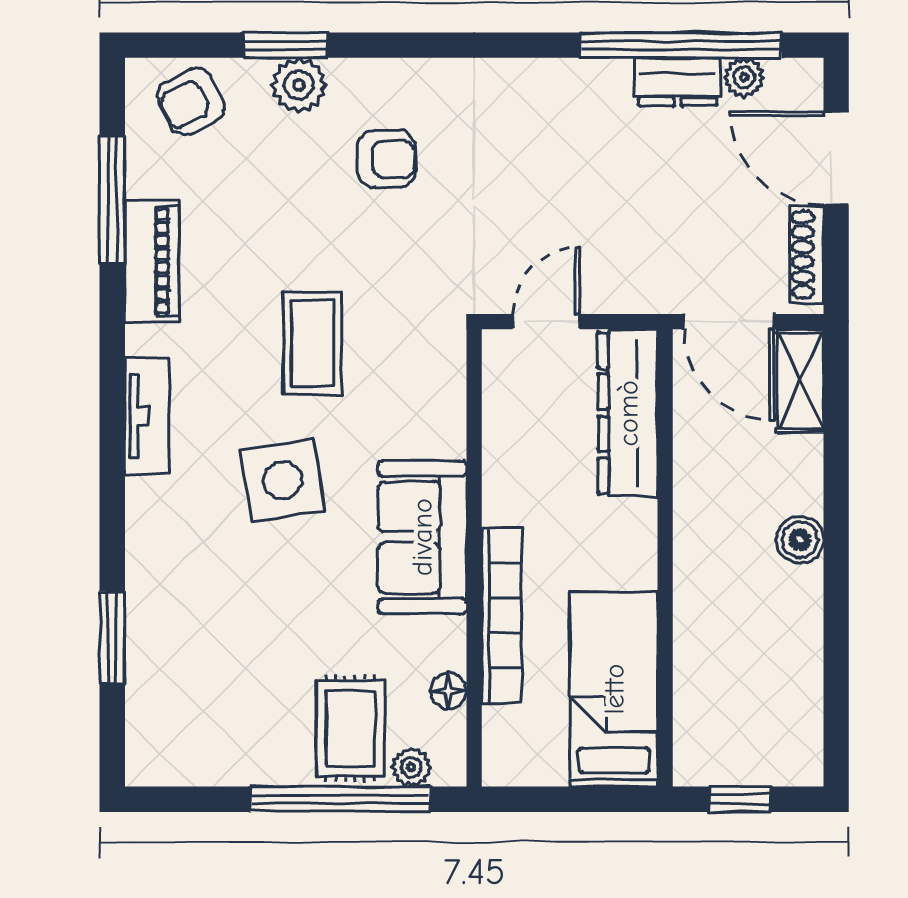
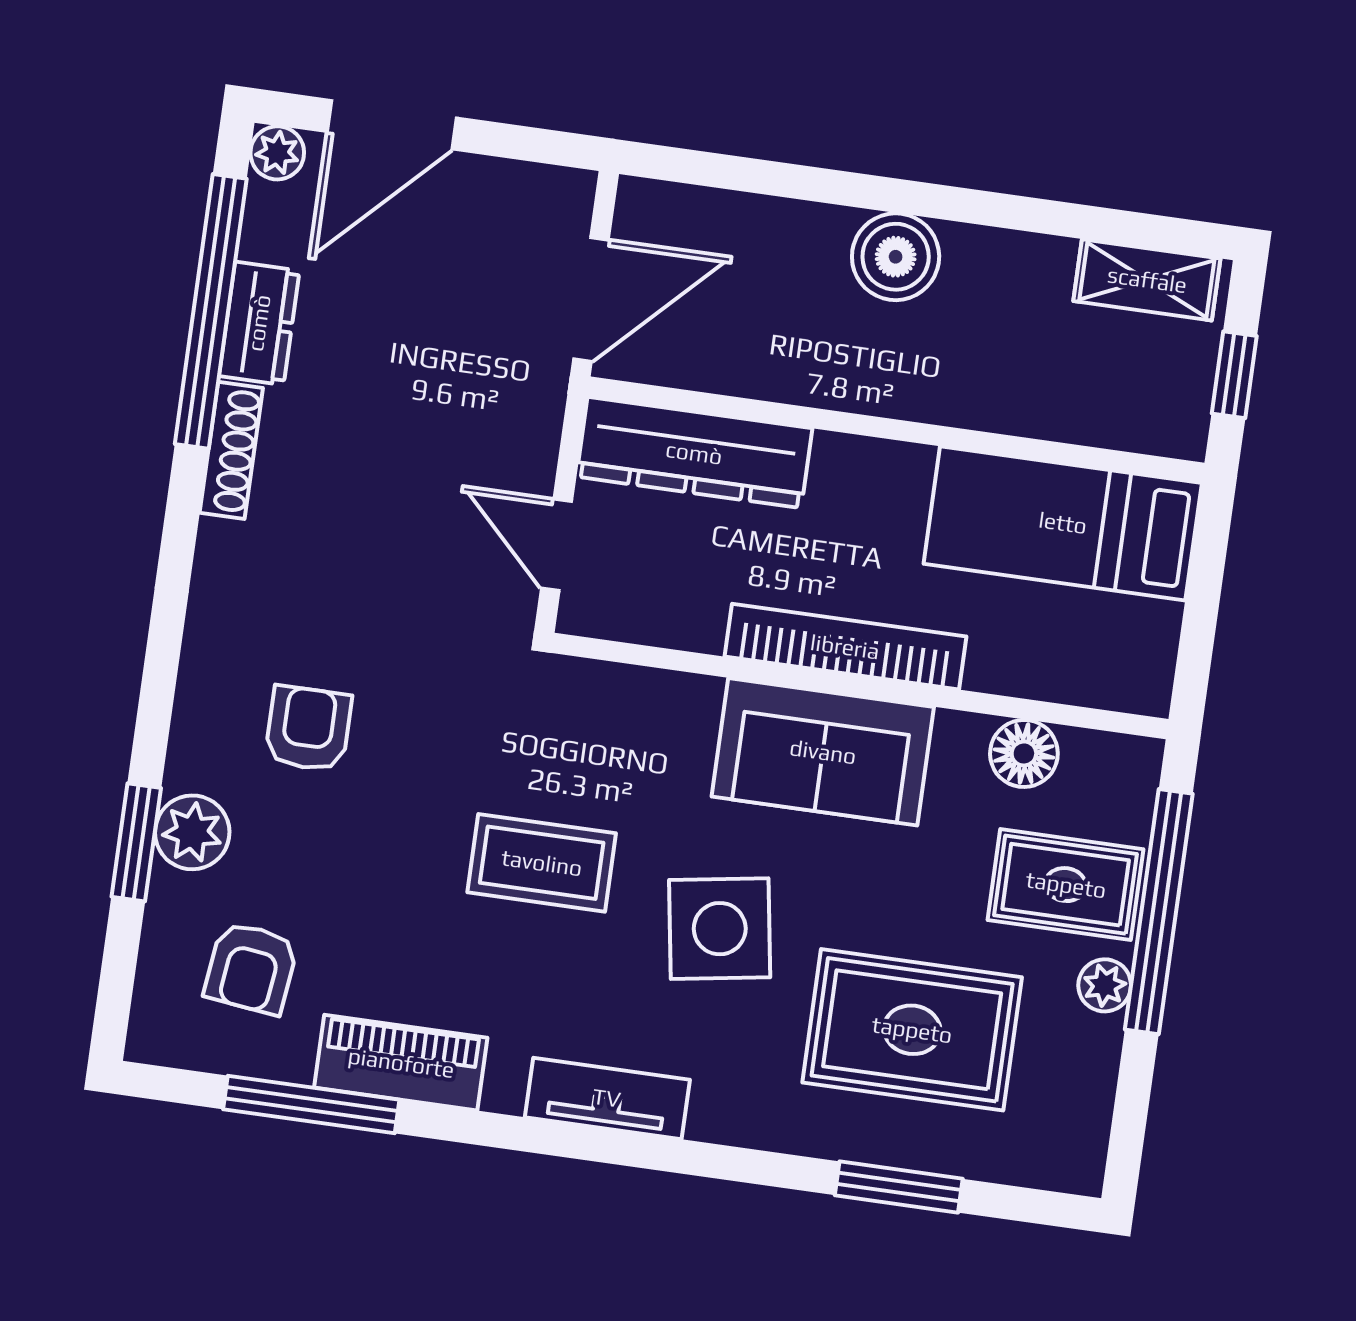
plant: (744, 77) -> (277, 153), moved
armchair: (191, 101) -> (251, 968), moved, turned 34
shoe rack: (807, 254) -> (231, 450), moved, turned -90
shelving: (800, 381) -> (1147, 280), moved
boiler: (800, 540) -> (896, 257), width x1.36, depth x1.36
bookcase: (501, 616) -> (845, 647), moved
rug: (228, 631) -> (912, 1030), added
floor lamp: (448, 691) -> (1024, 753), width x1.37, depth x1.37
plant: (411, 767) -> (1105, 985), moved

